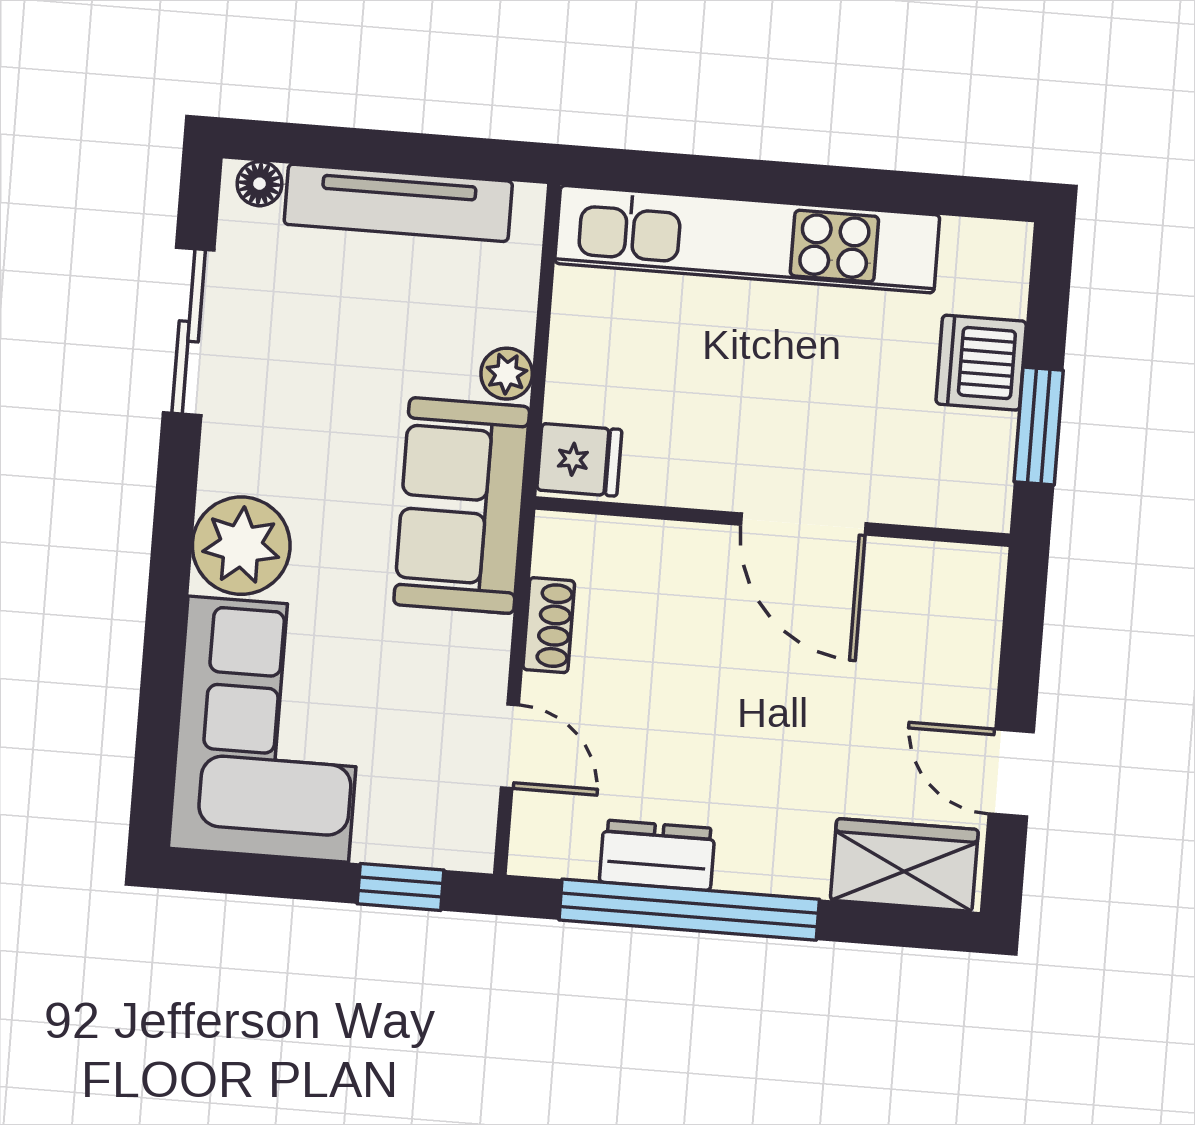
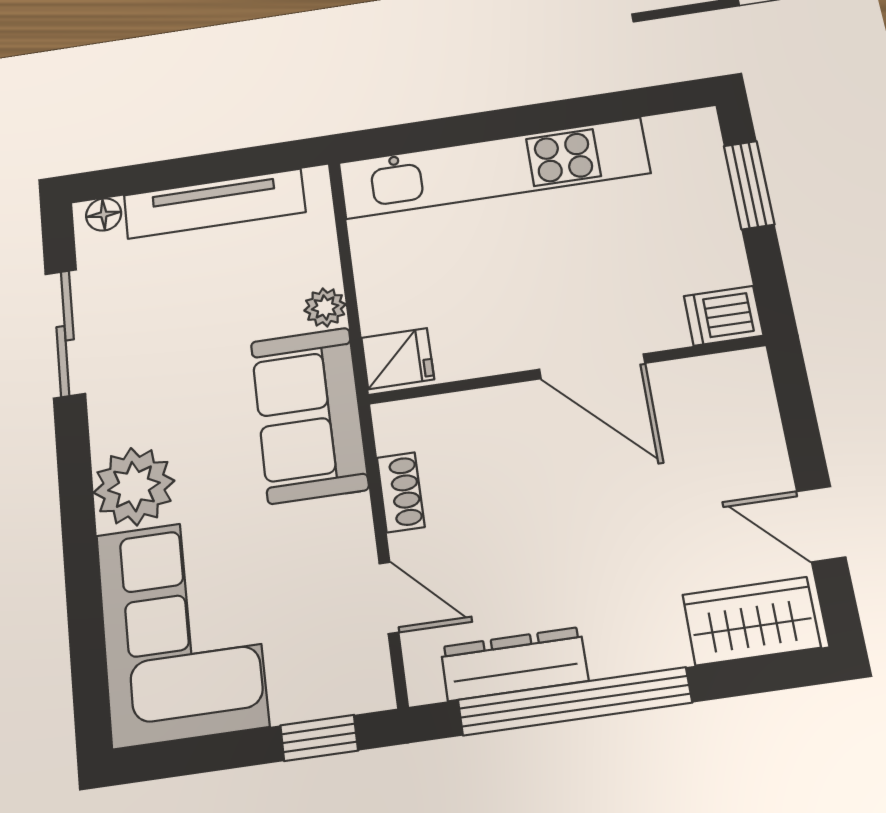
dishwasher: (981, 363) -> (723, 316), moved, width x0.73
window: (1039, 426) -> (749, 185), moved
dresser: (657, 855) -> (514, 664), width x1.44

